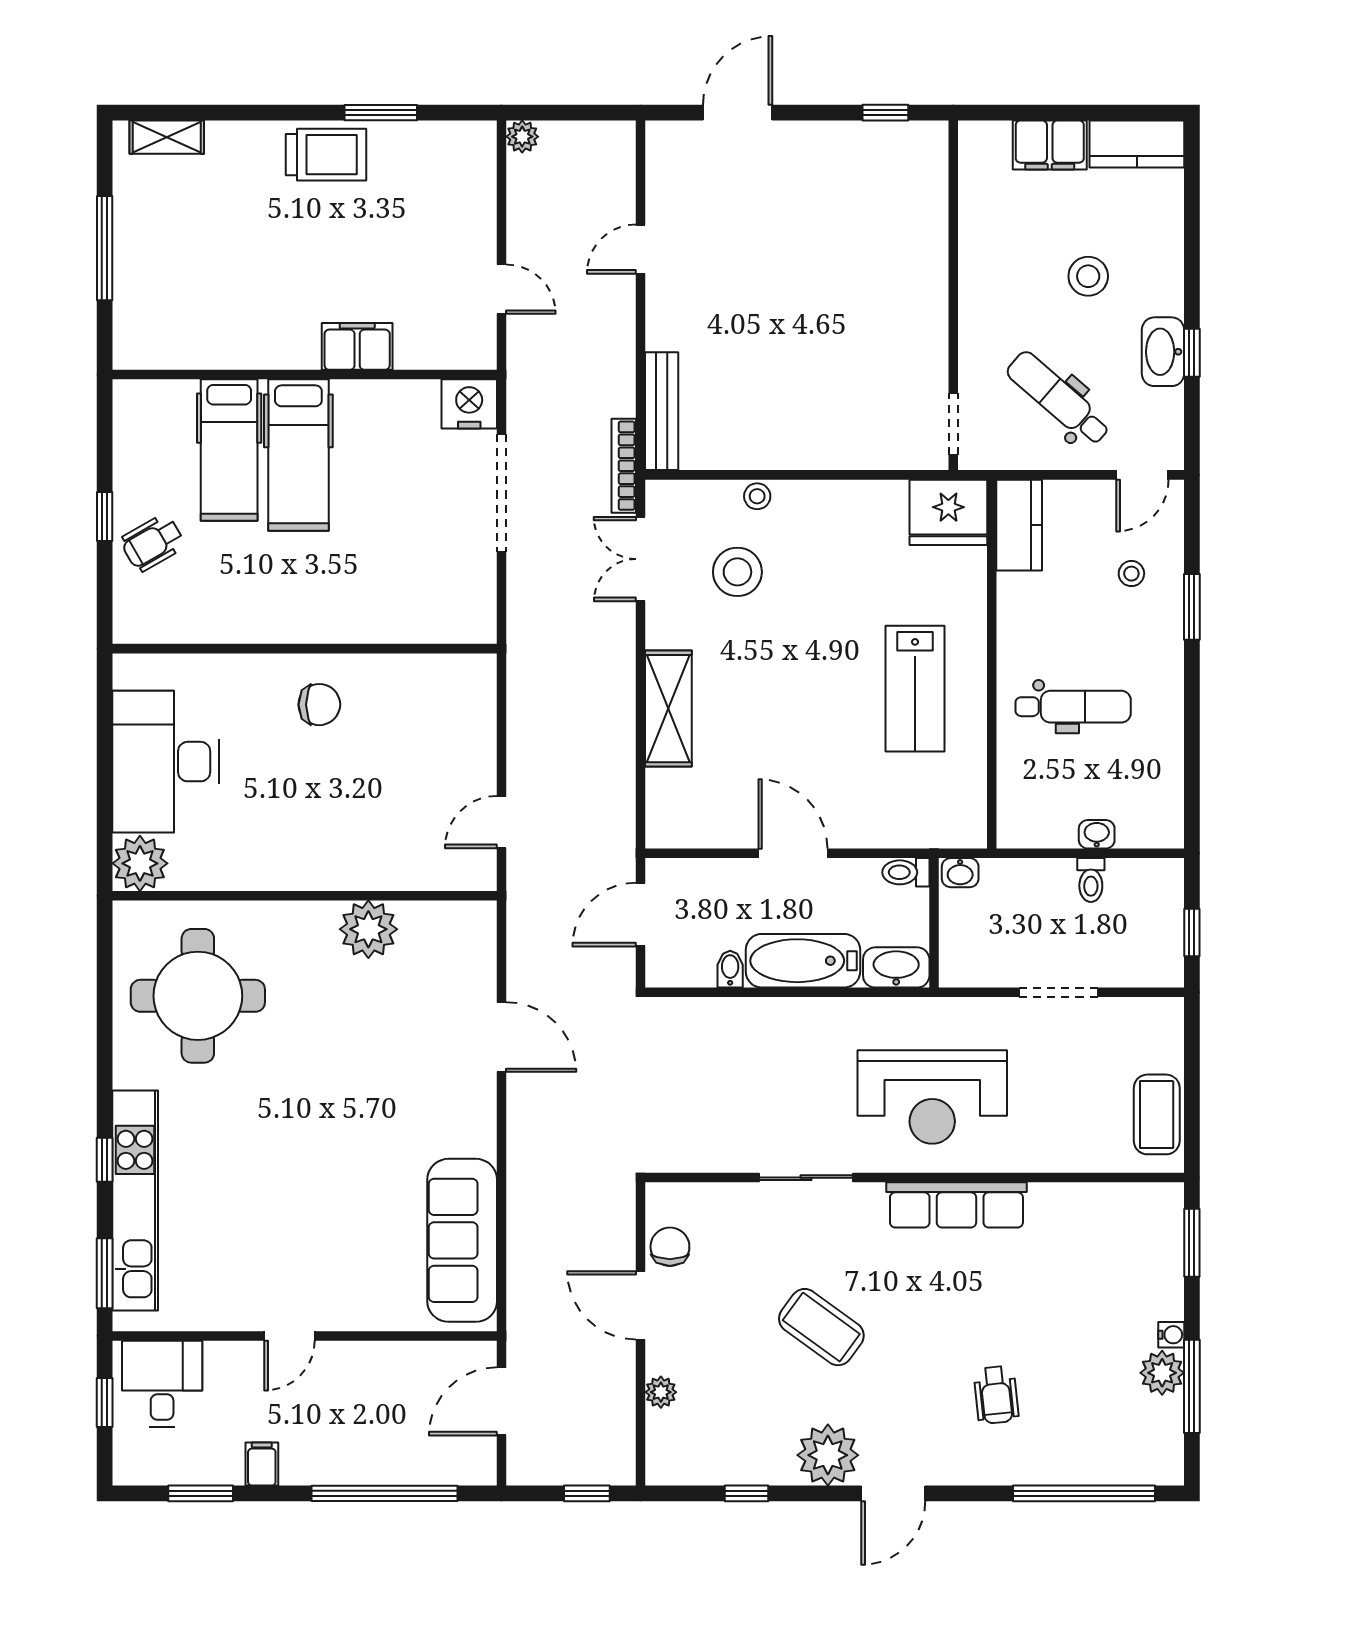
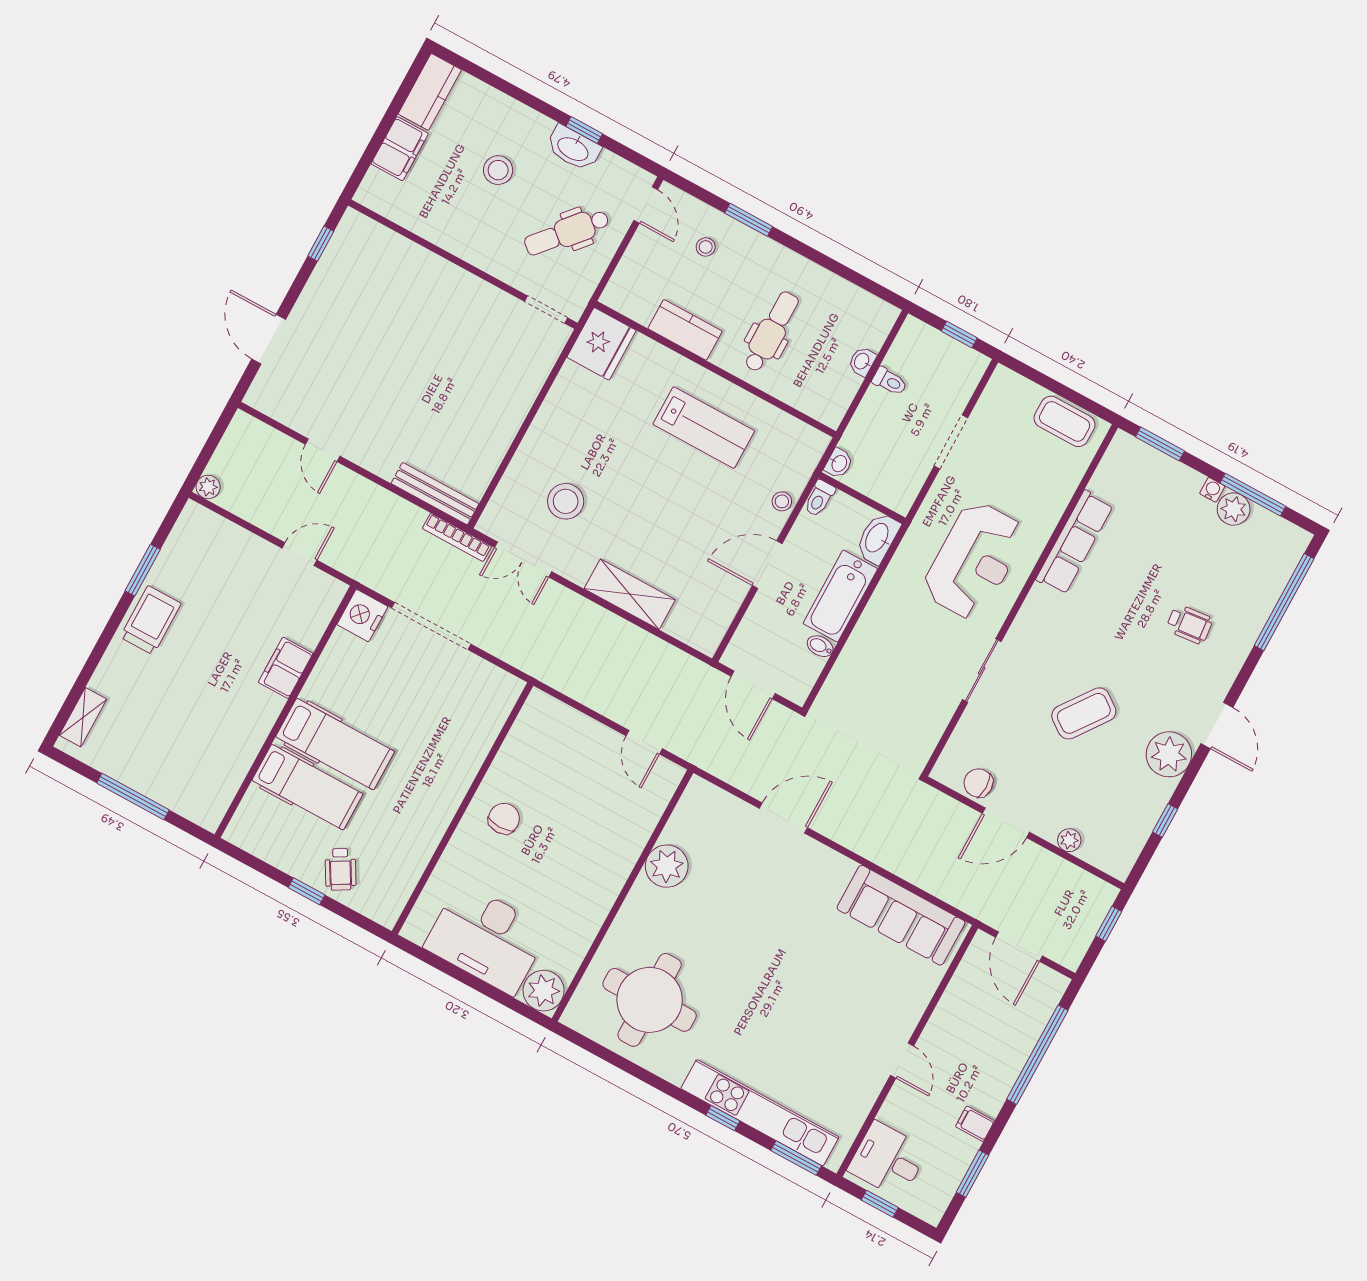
stool: (757, 496) -> (782, 501), moved
kitchen counter: (1019, 525) -> (685, 330), moved
row of seats: (956, 1205) -> (1075, 542), moved

